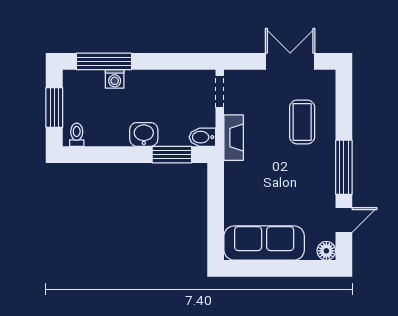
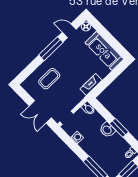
double door: (290, 61) -> (40, 112), moved
washing machine: (115, 79) -> (77, 137), moved
fireplace: (234, 138) -> (91, 85), moved
window: (172, 155) -> (119, 128), moved

